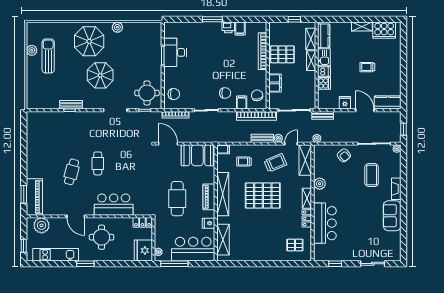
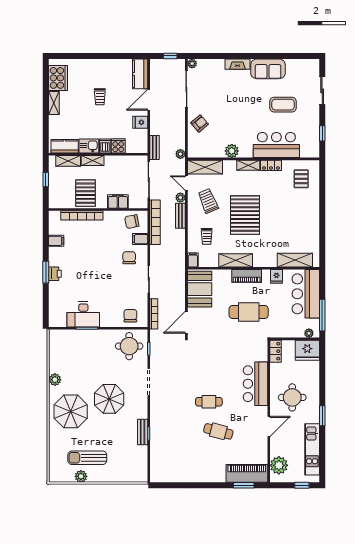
printer: (228, 27) -> (55, 274), moved
coffee table: (372, 175) -> (283, 105), moved
shelving: (223, 194) -> (236, 260), width x0.68

